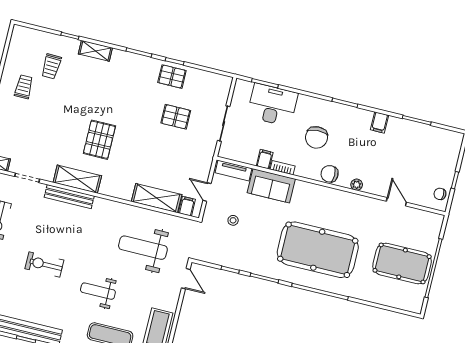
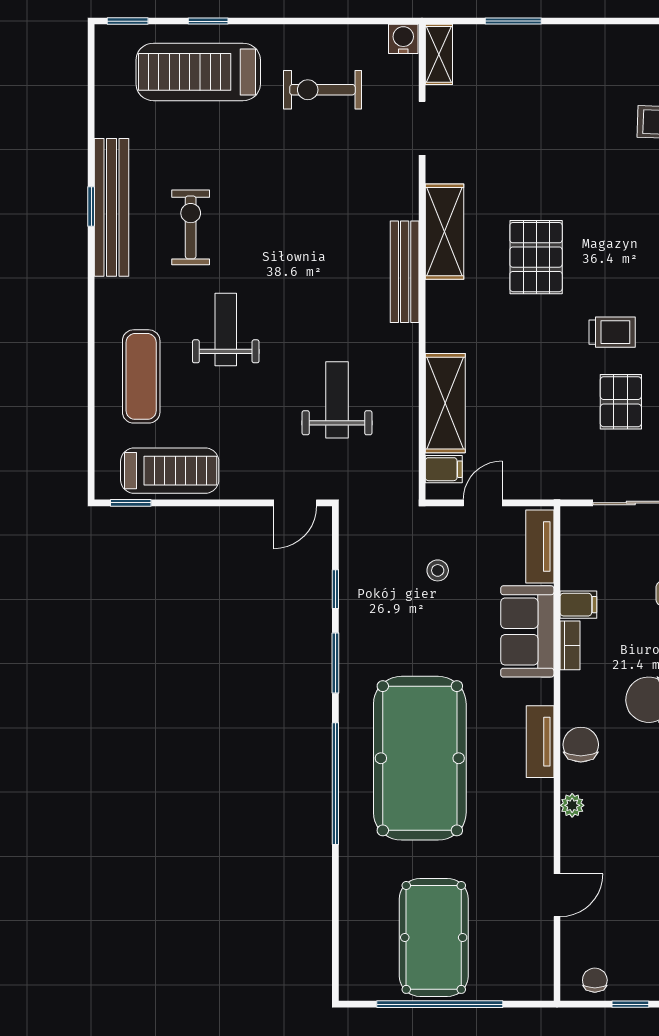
trolley: (24, 87) -> (612, 332), moved
pallet: (99, 140) -> (536, 257), turned 90
tv unit: (324, 192) -> (540, 742), added
bench: (69, 197) -> (405, 272), moved
weight bench: (143, 248) -> (337, 400), width x0.73, depth x0.75
exercise bike: (44, 264) -> (191, 227), moved

